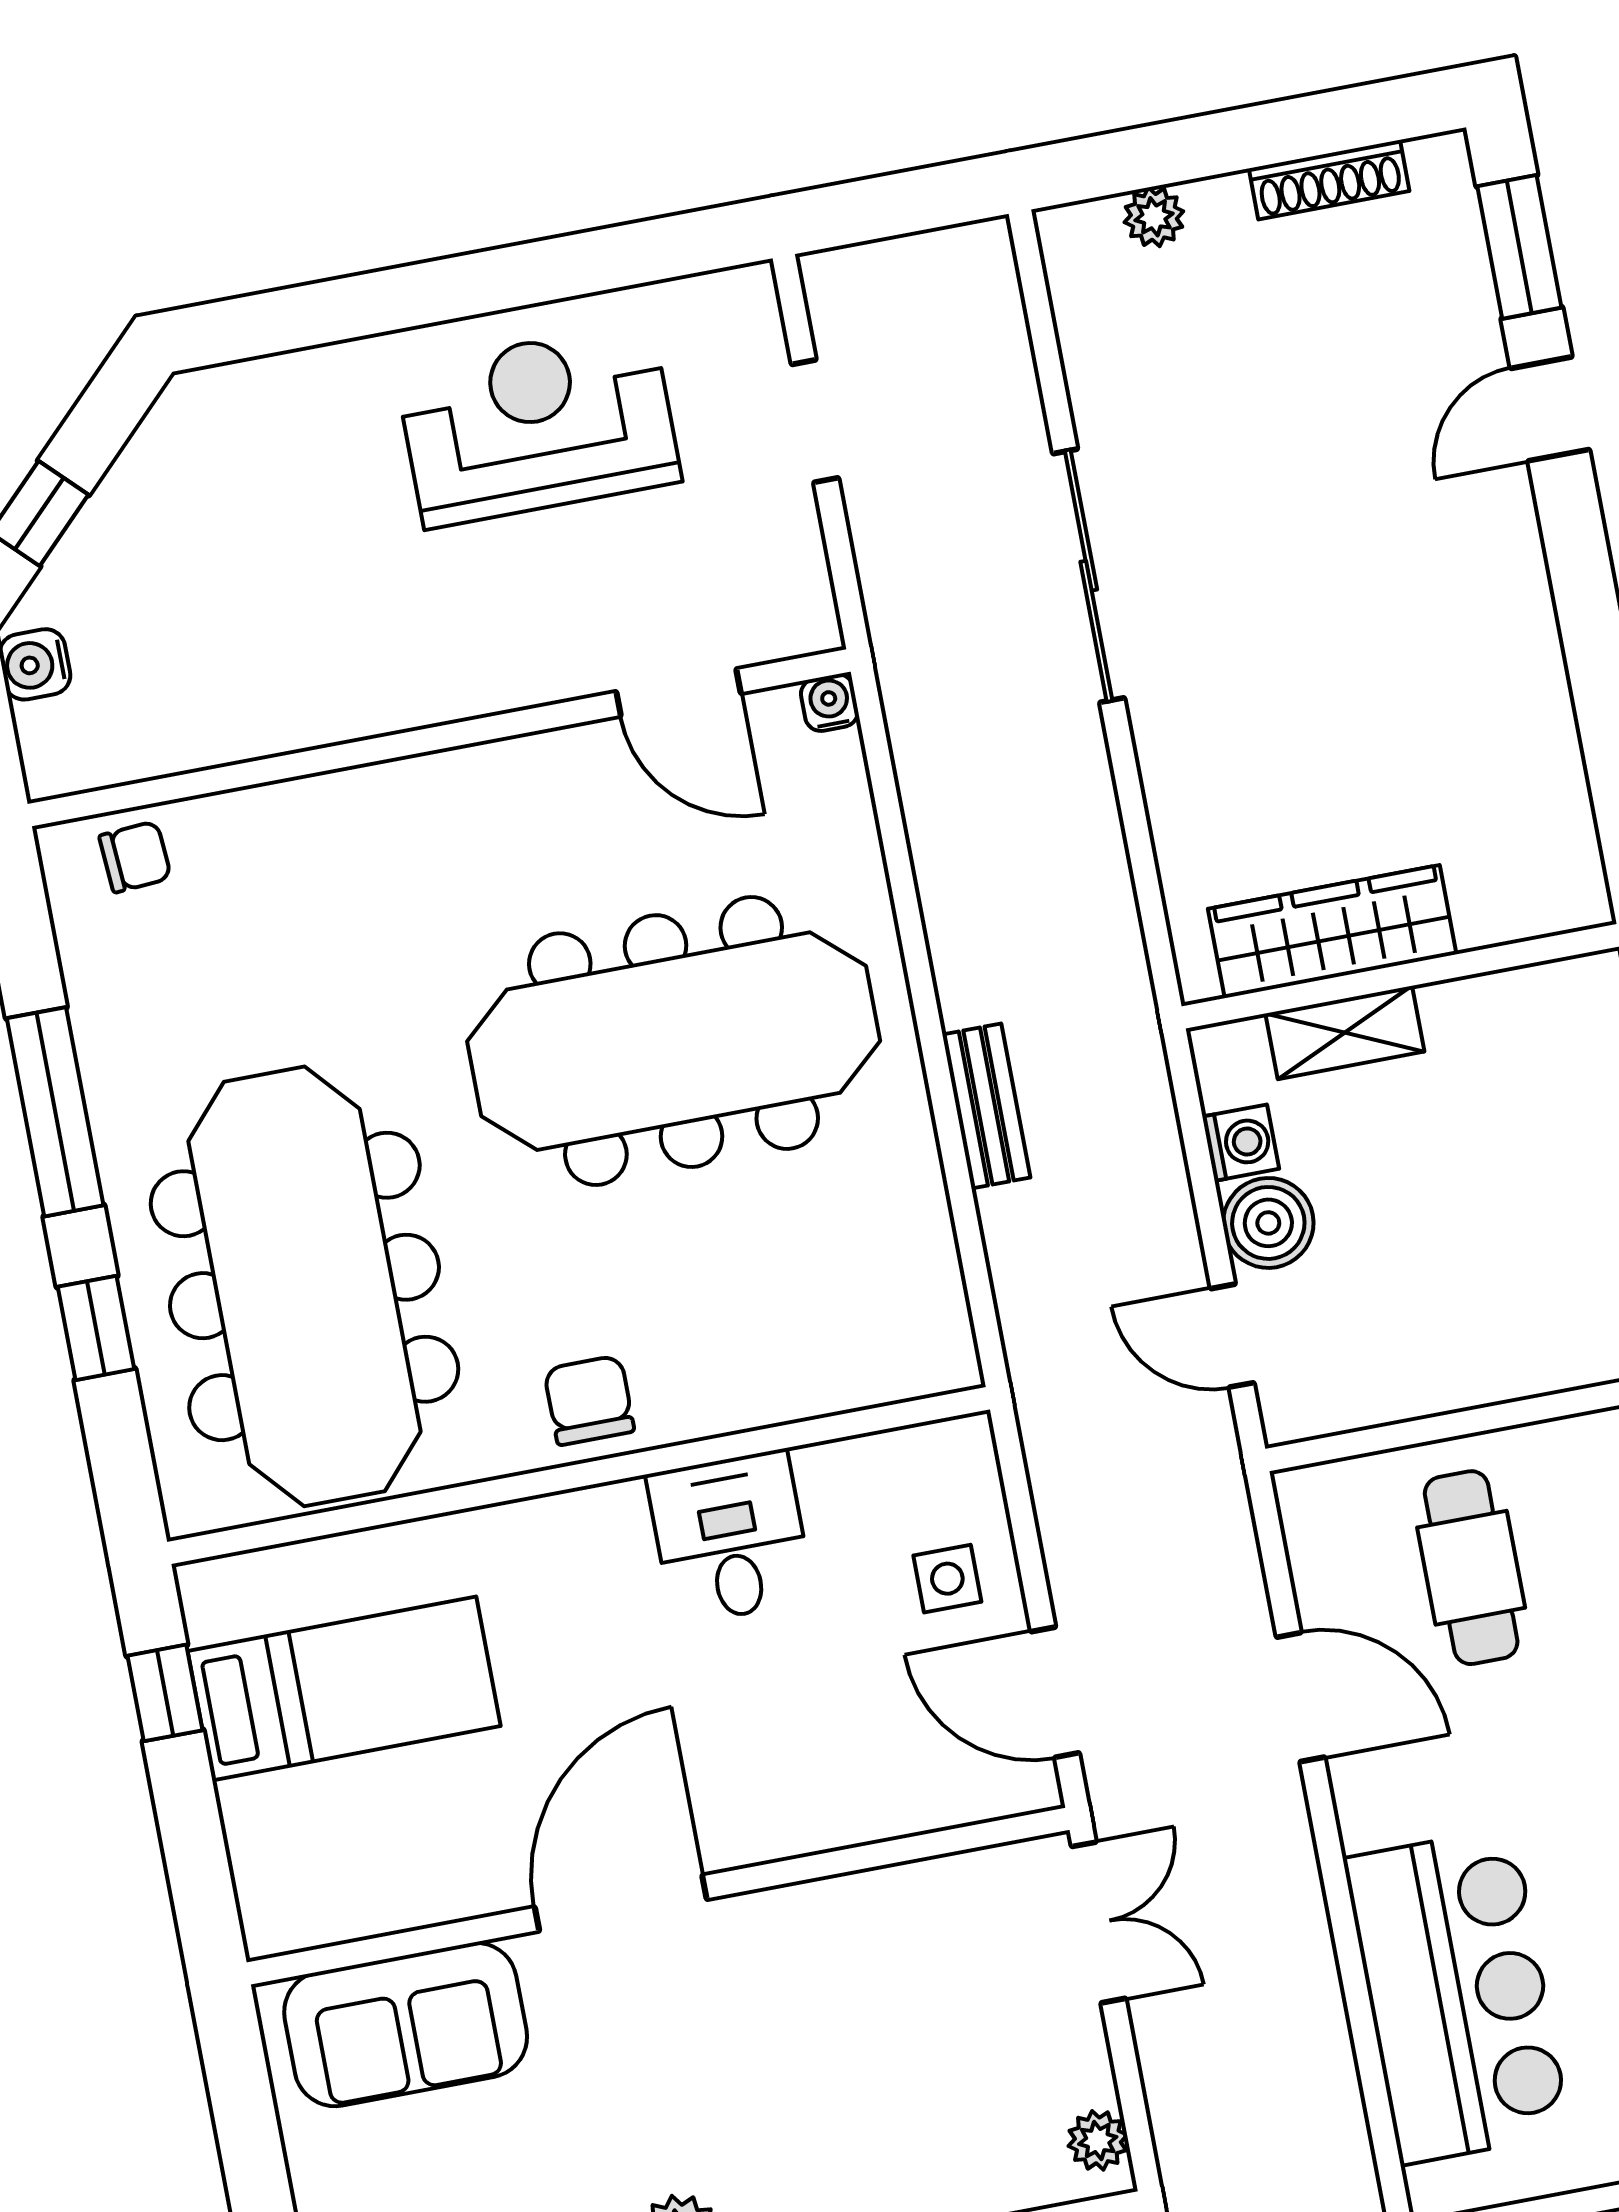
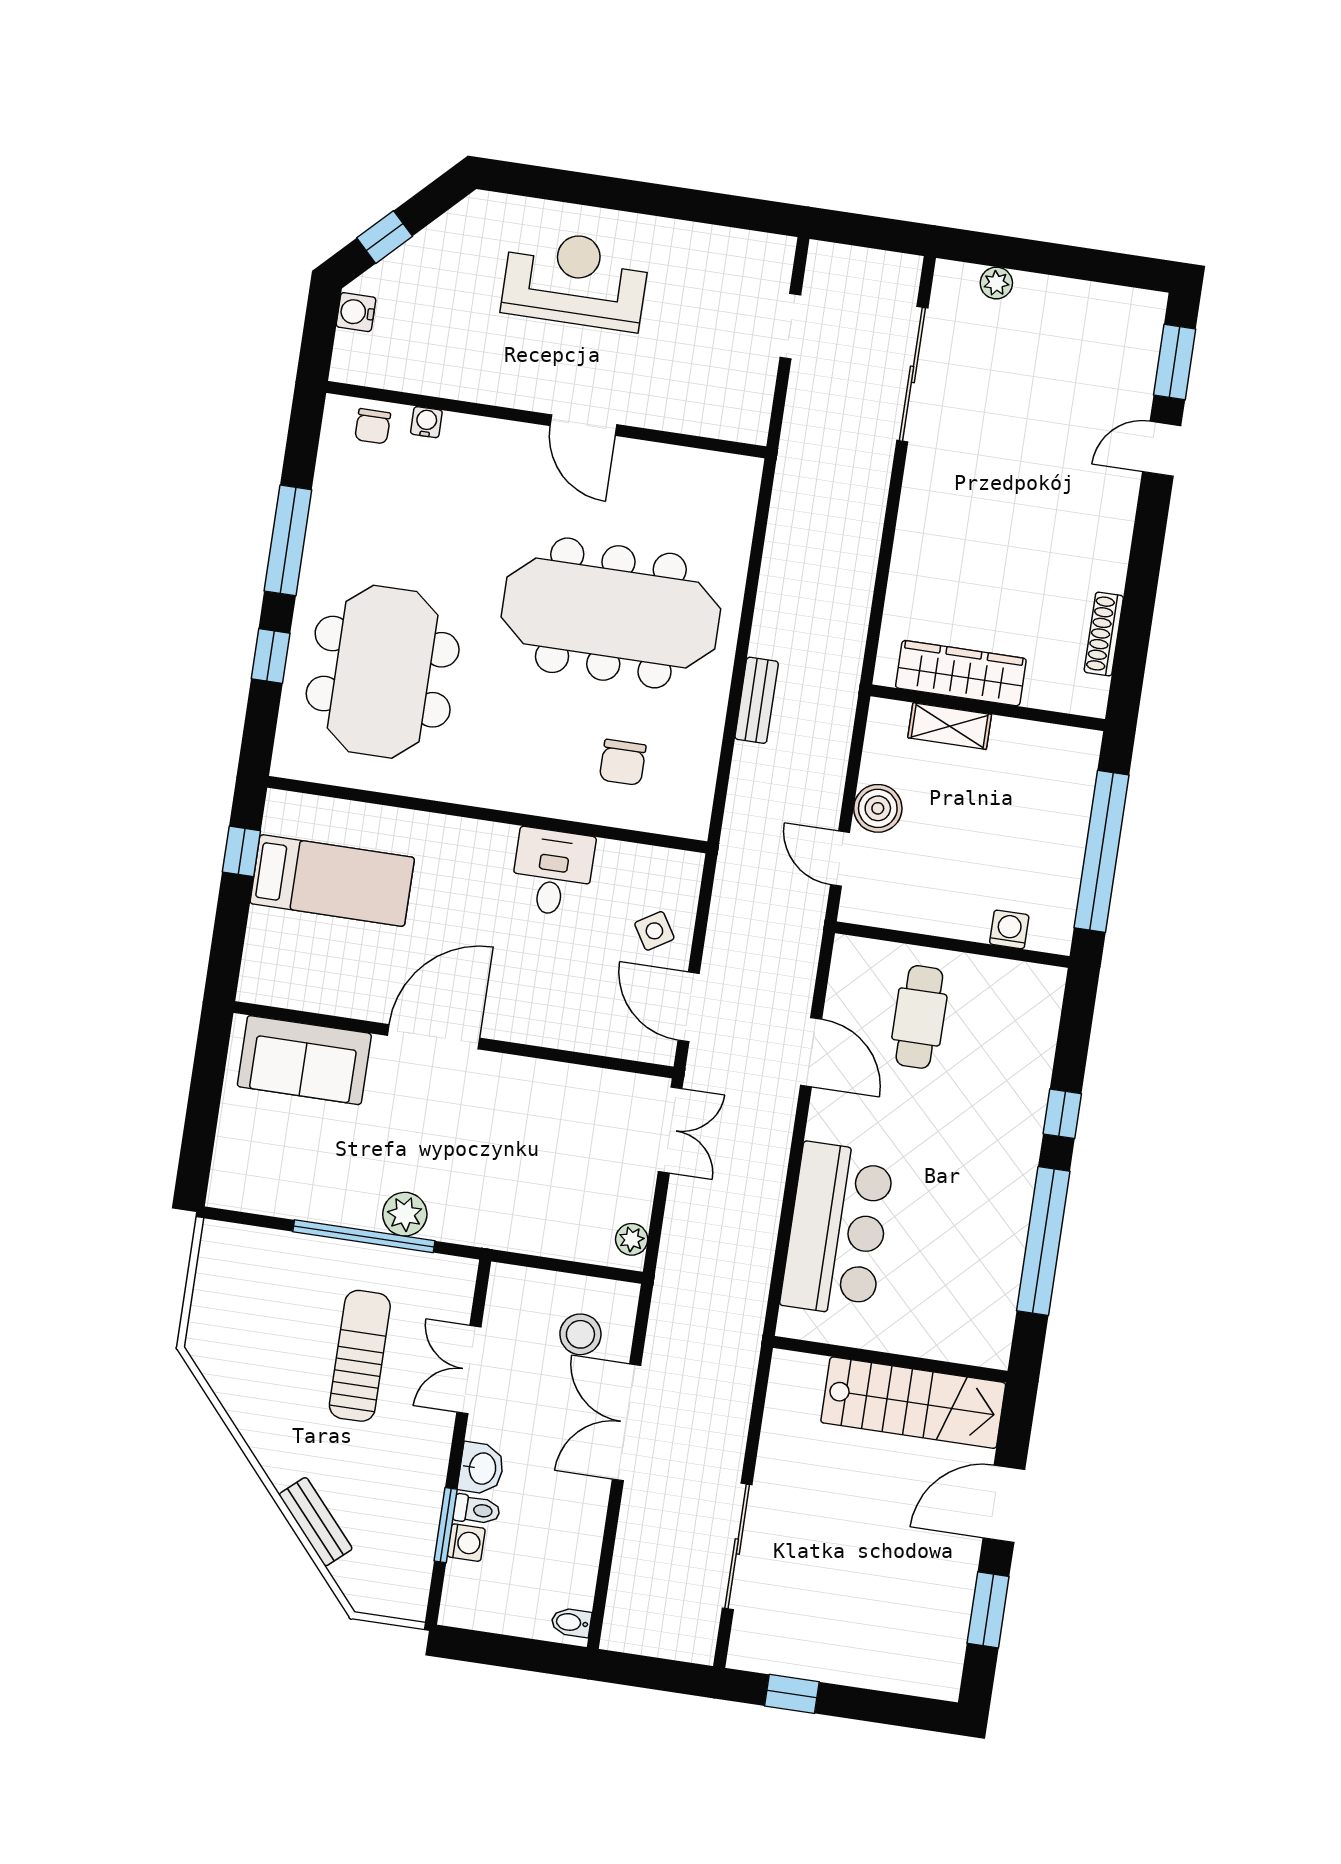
shoe rack: (1329, 180) -> (1104, 634), moved, turned 90
reception desk: (538, 425) -> (575, 280), moved
sliding door: (1089, 576) -> (912, 374), moved
door: (679, 693) -> (583, 425), moved
water cooler: (829, 703) -> (426, 422), moved
chair: (135, 857) -> (373, 426), turned 94
washing machine: (1241, 1143) -> (1009, 929), moved, turned -90
meeting table: (304, 1286) -> (383, 672), width x0.73
chair: (589, 1400) -> (623, 762), moved, turned 180
side table: (947, 1579) -> (654, 931), turned -32

